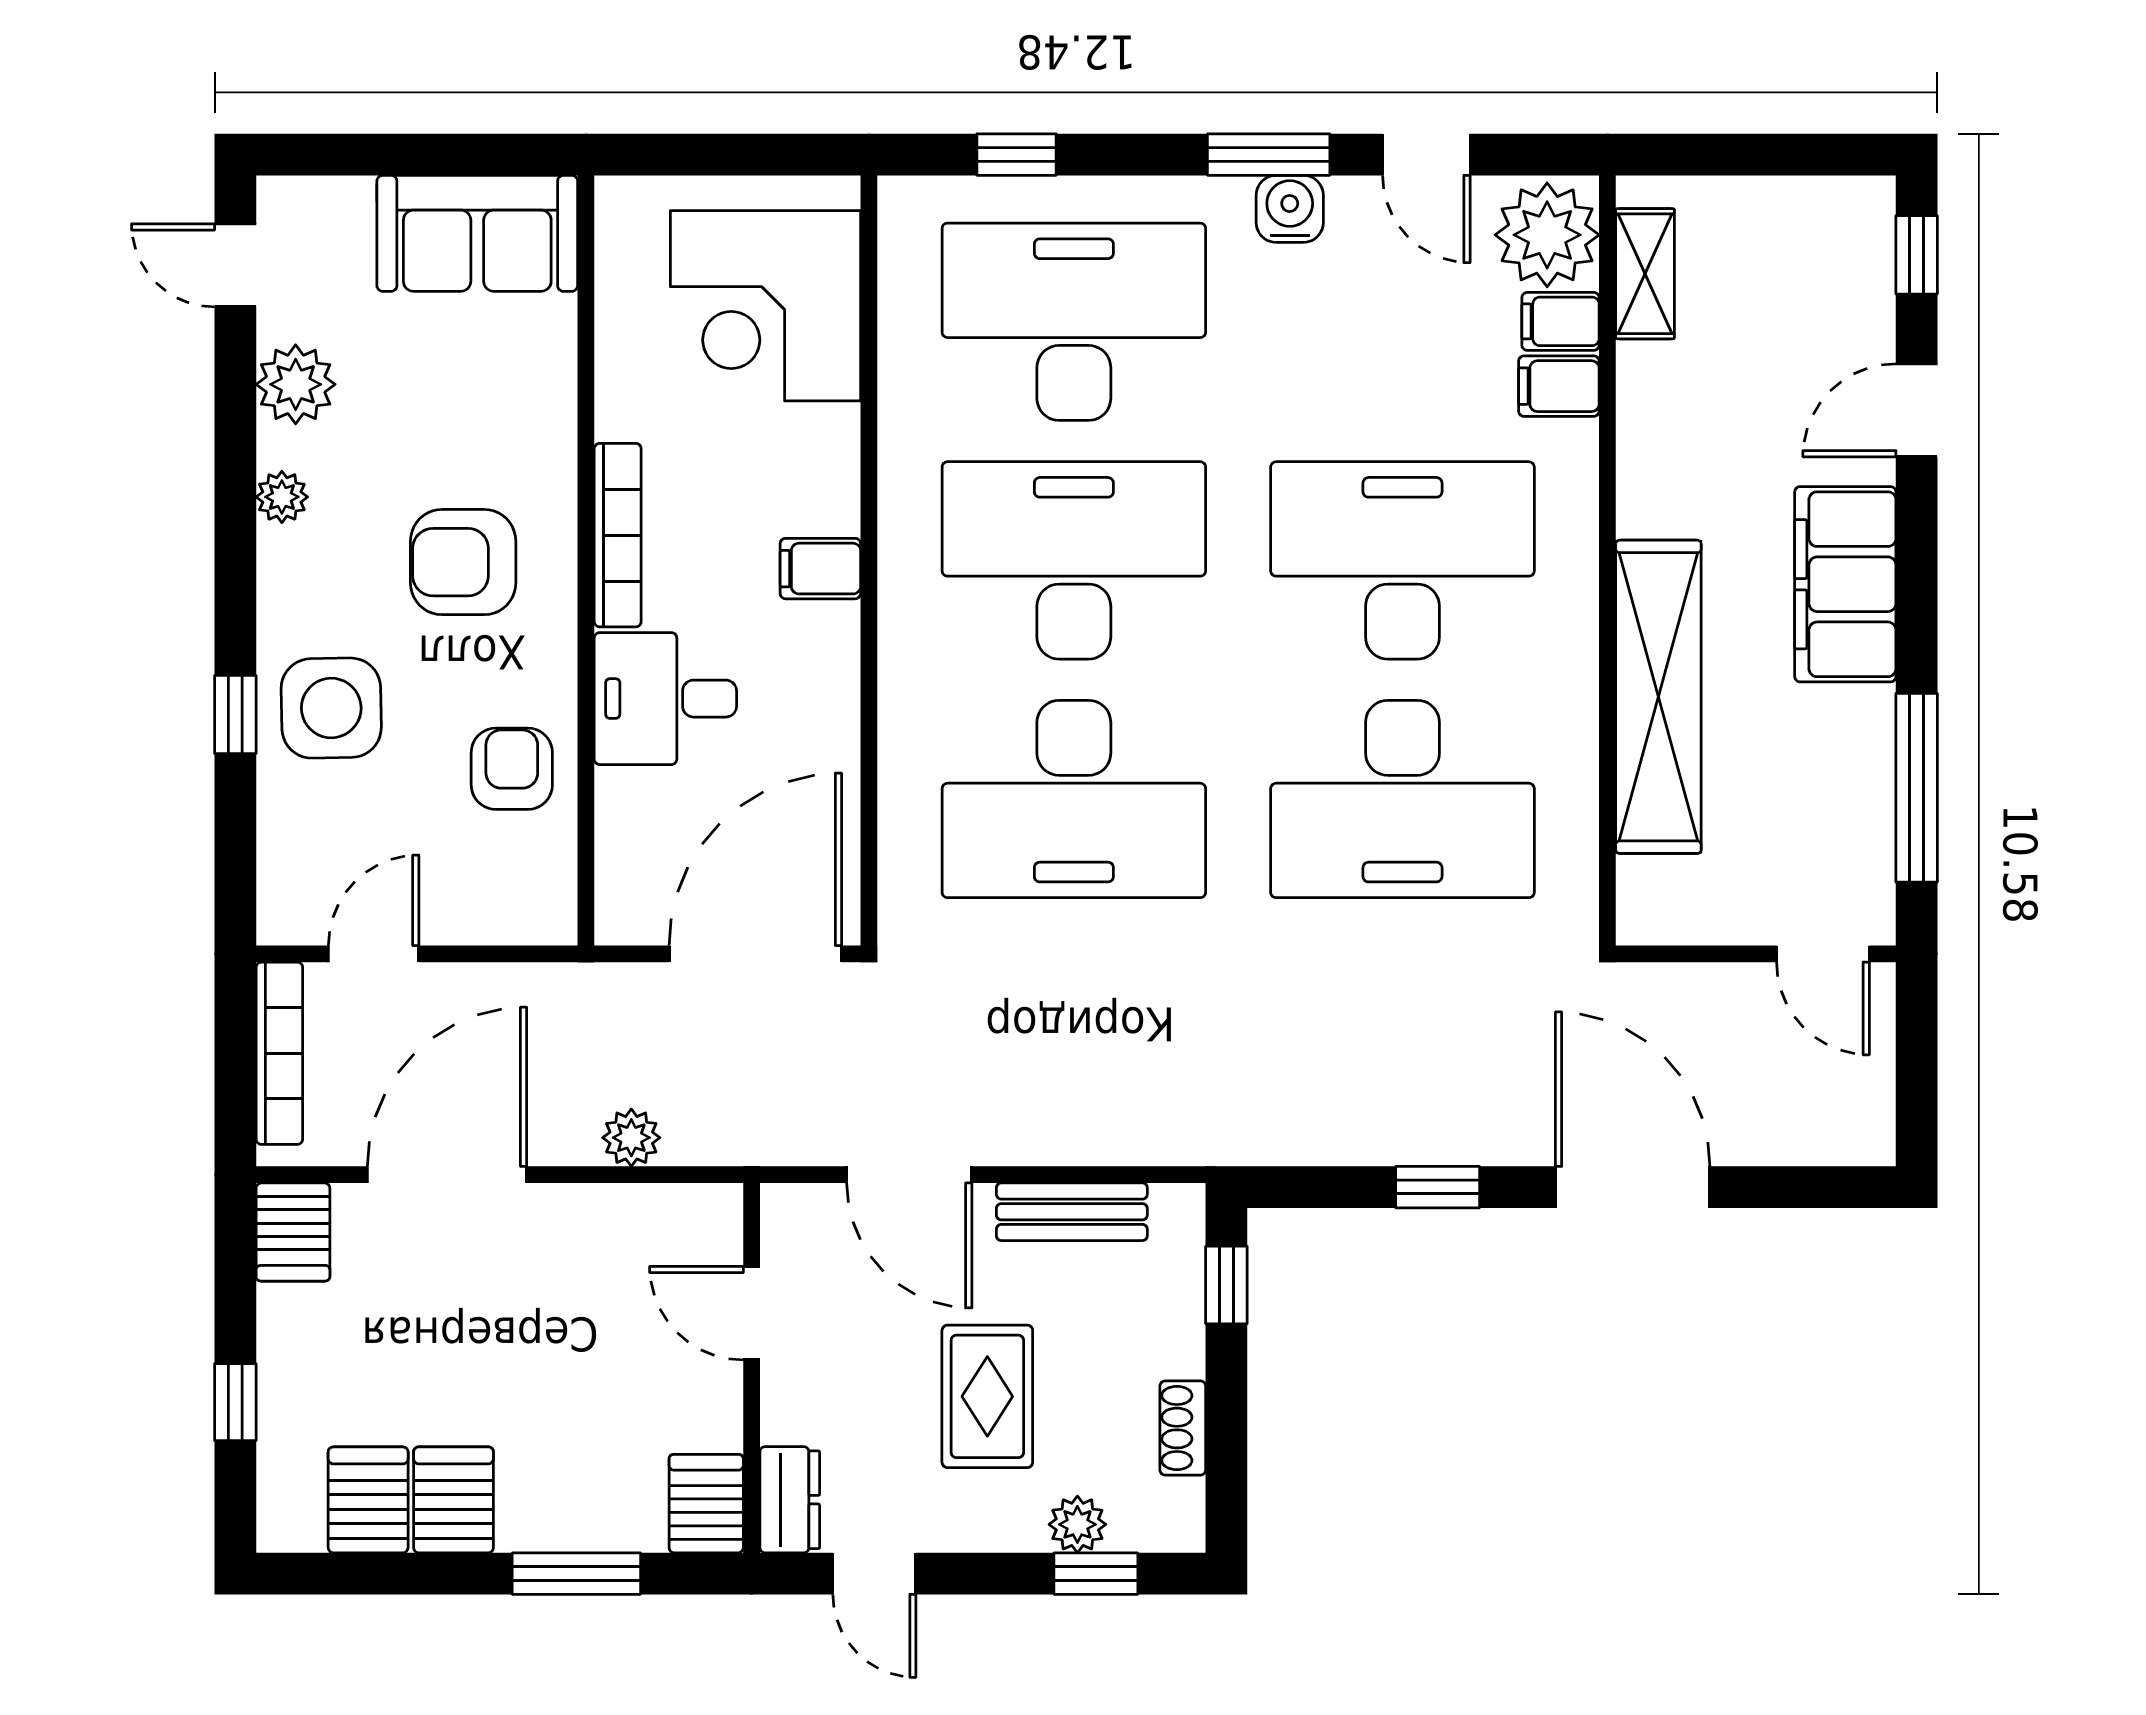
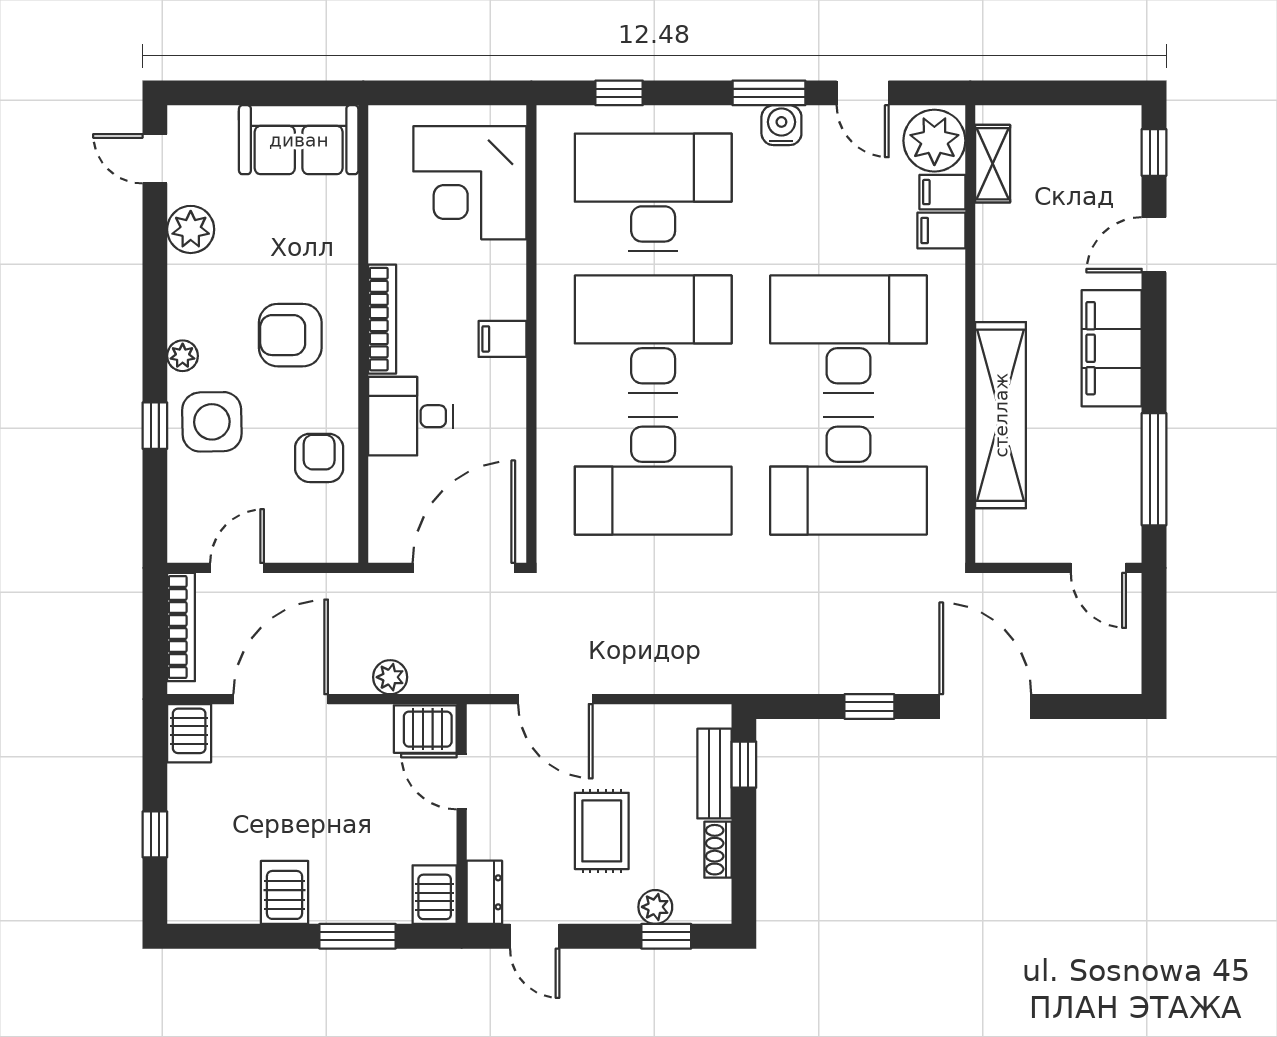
plant: (282, 497) -> (183, 356), moved
bench: (1072, 1212) -> (714, 774), moved, turned 90
server rack: (368, 1500) -> (425, 729), moved, turned -90

